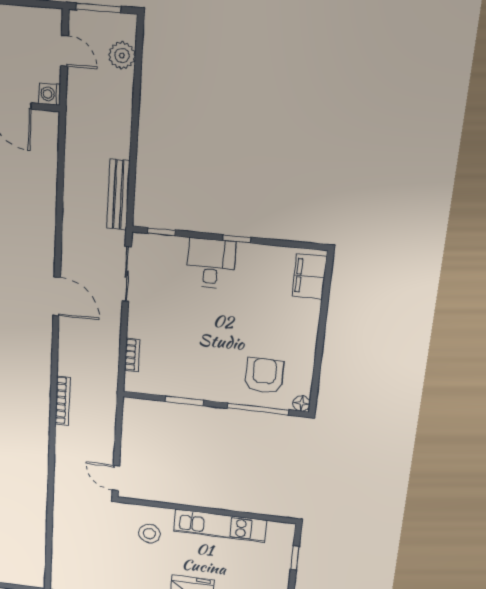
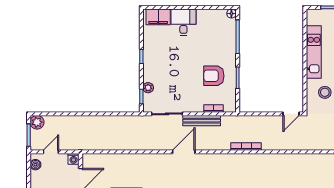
boiler: (40, 18) -> (35, 165), added
plant: (122, 55) -> (37, 122), moved
bench: (118, 195) -> (202, 121), moved
plant: (177, 245) -> (148, 88), added
desk: (211, 263) -> (183, 22), moved, turned 90
armchair: (264, 376) -> (214, 76), moved

